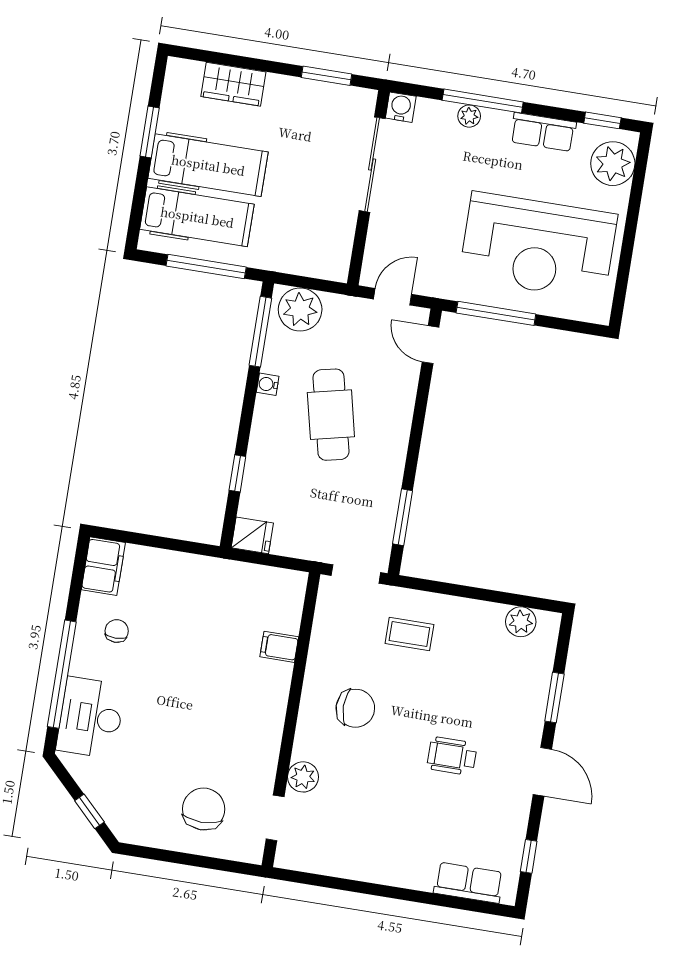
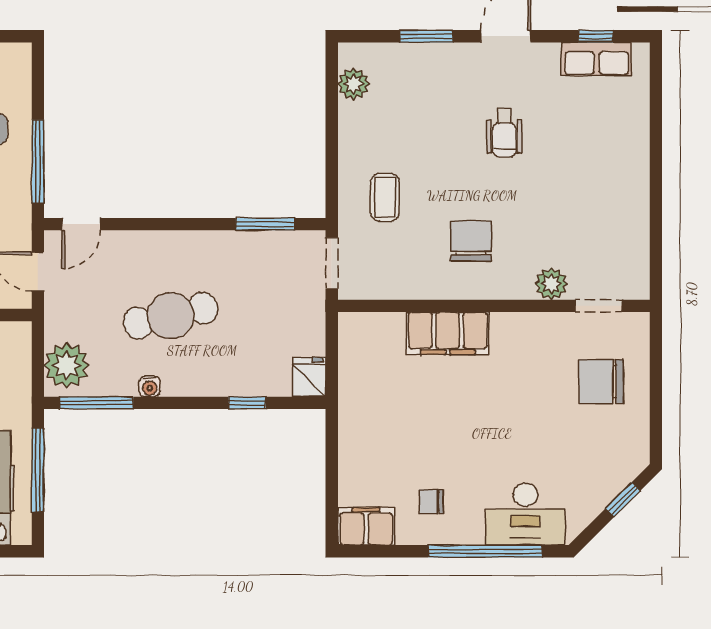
filing cabinet: (279, 647) -> (448, 333), width x3.00, depth x1.17
row of seats: (469, 883) -> (597, 59), moved, turned -90

